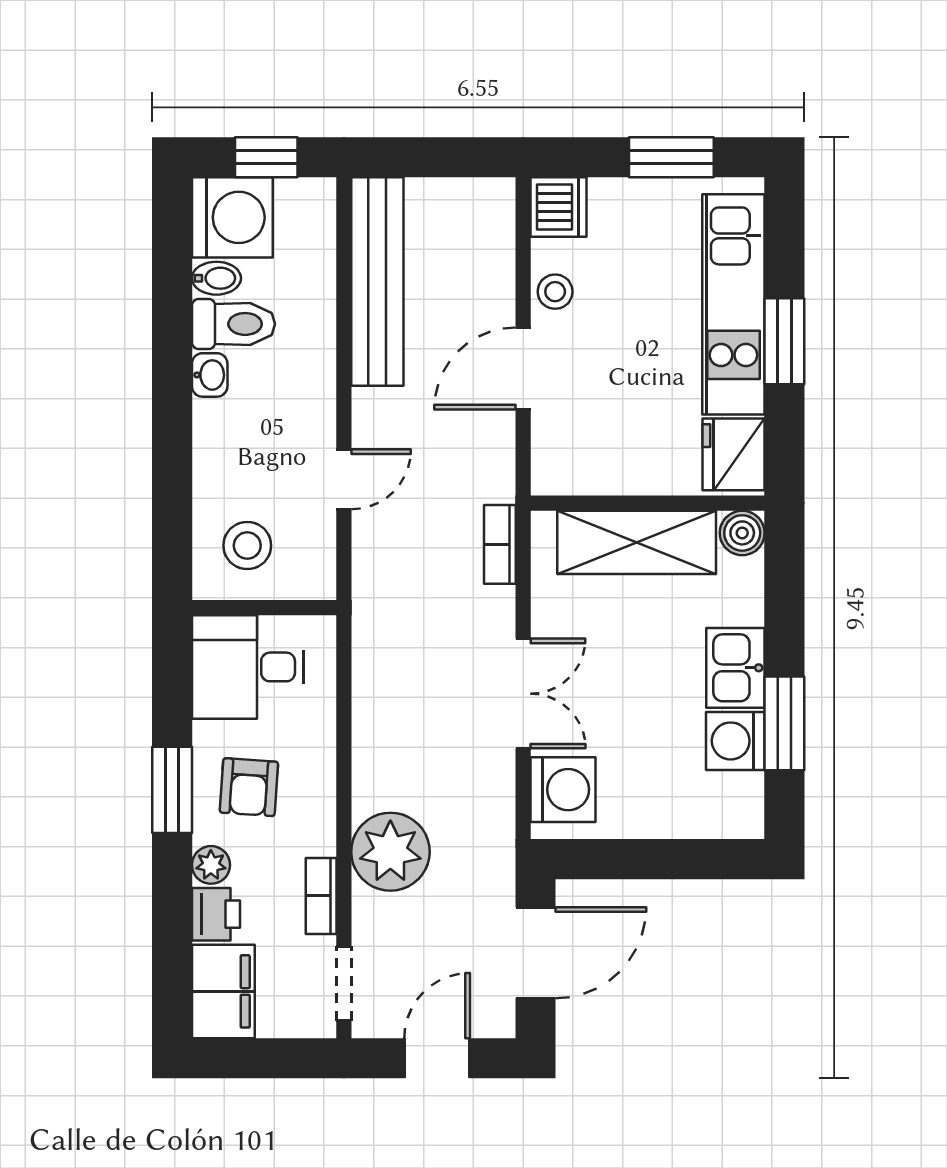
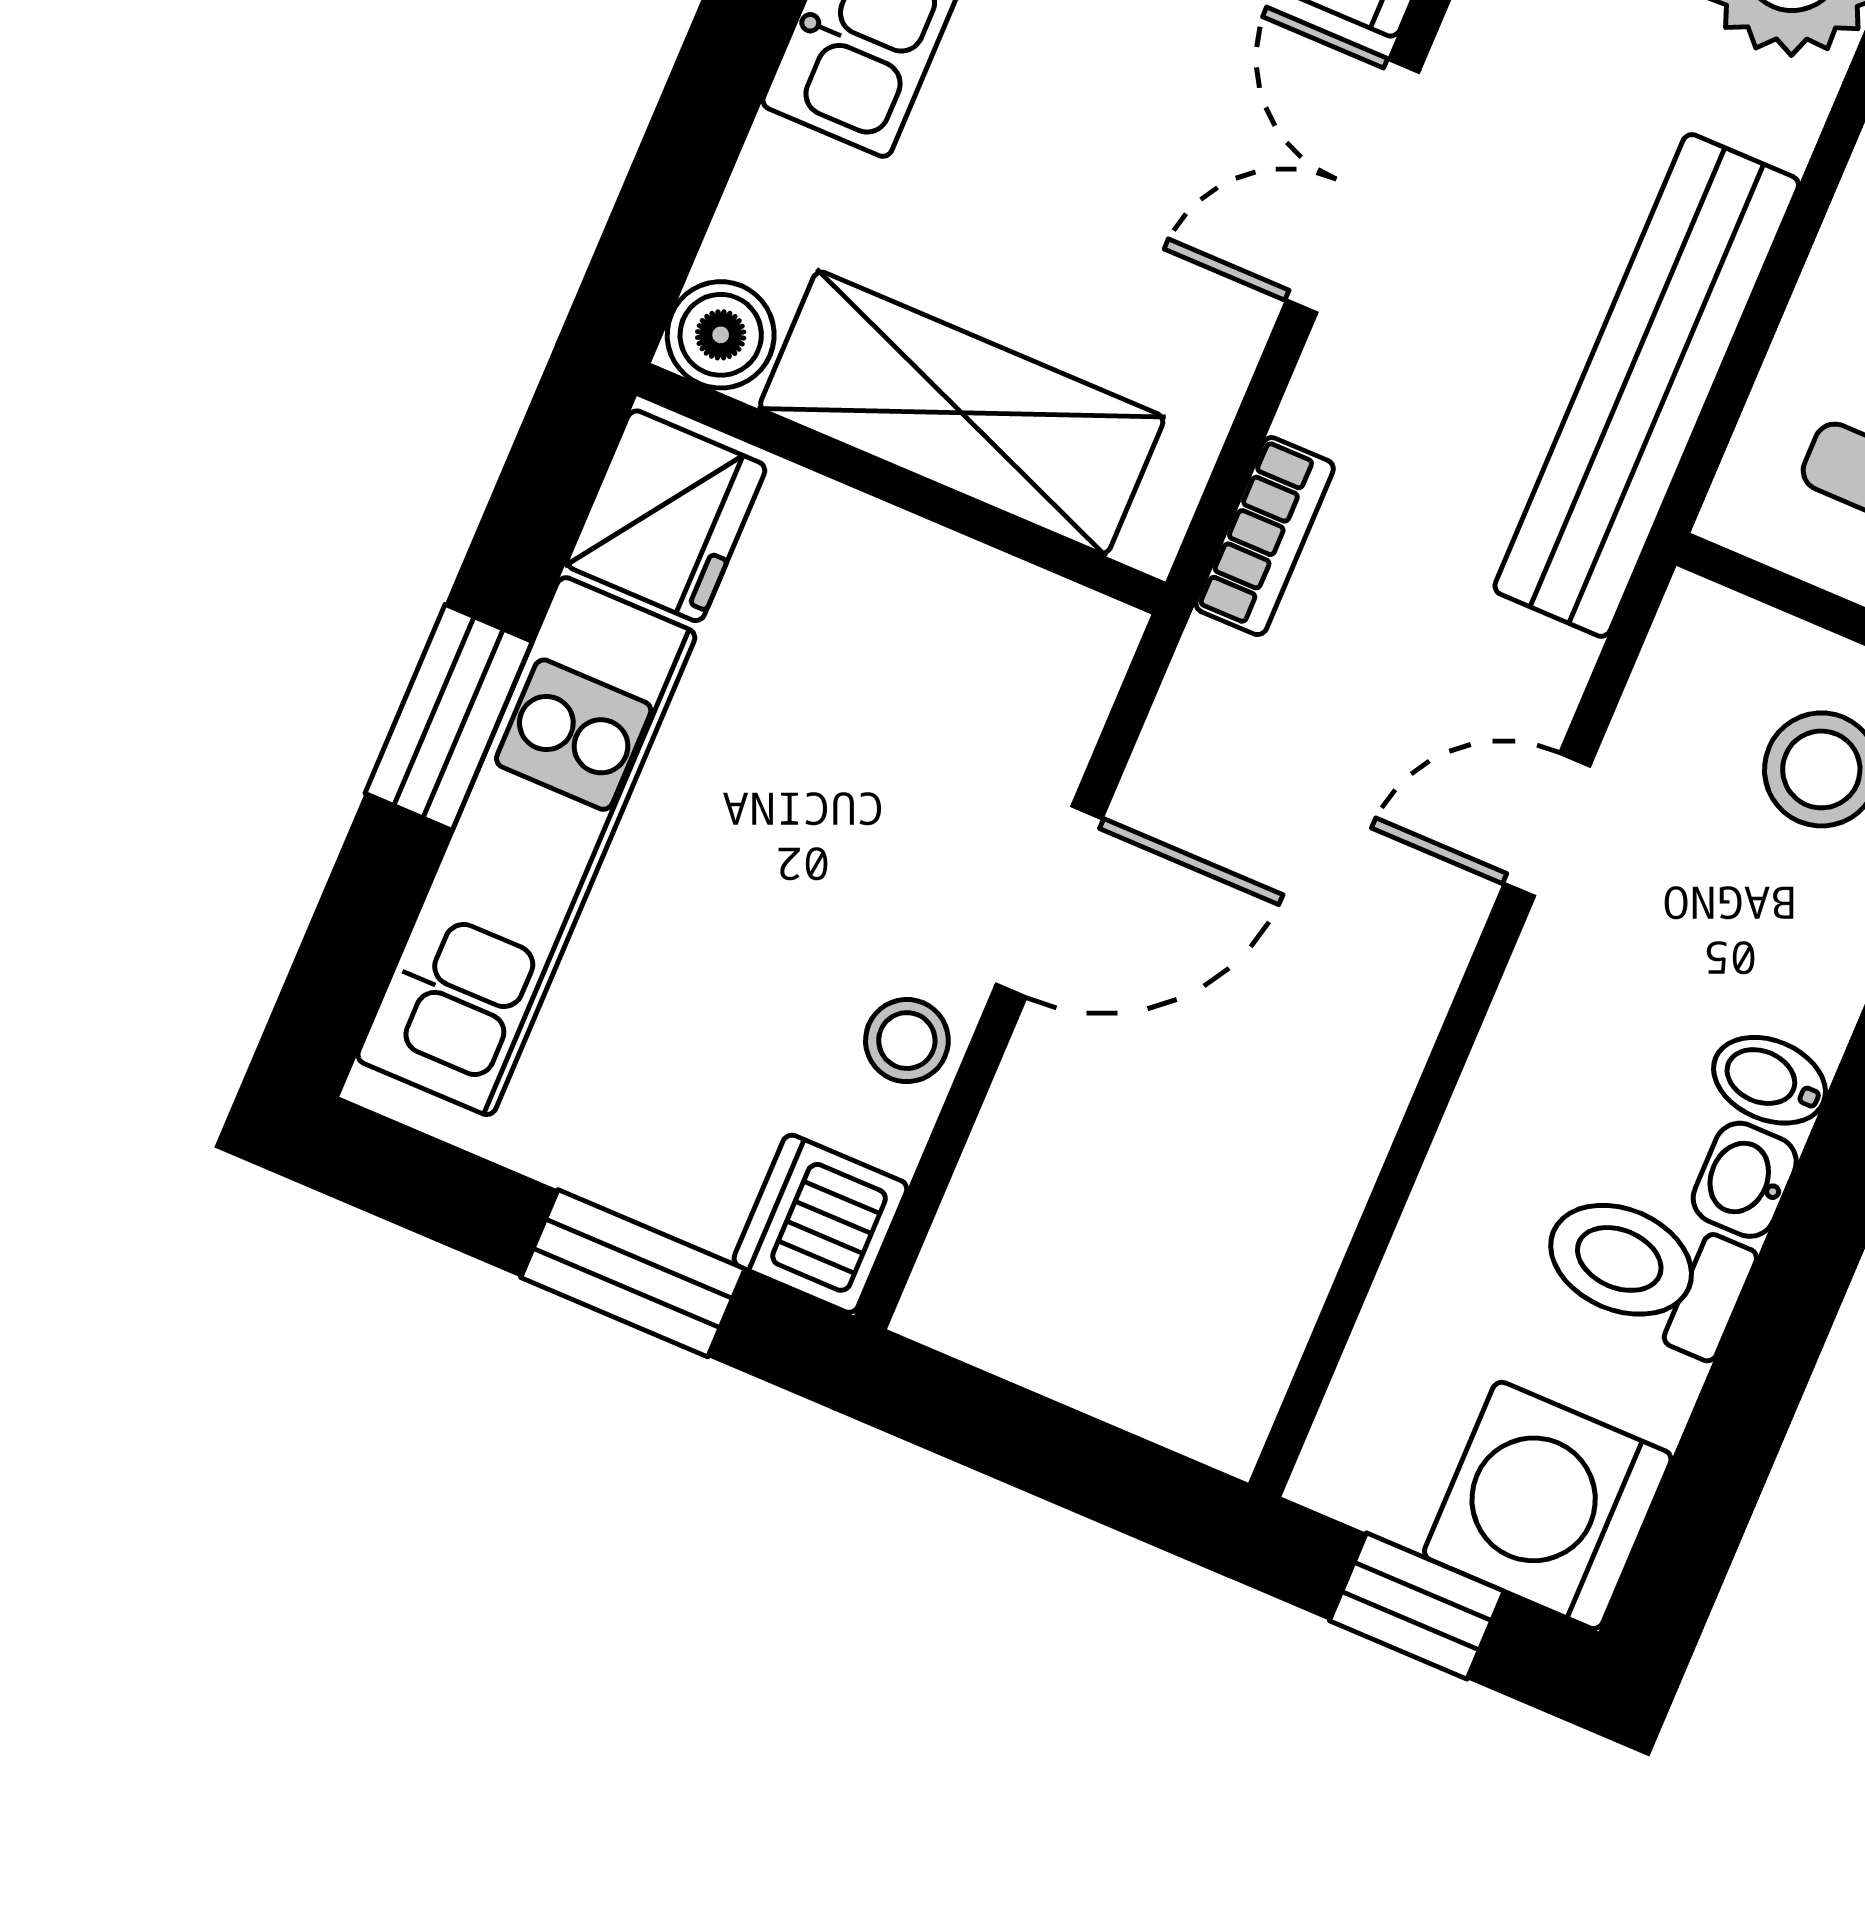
window: (671, 157) -> (633, 1273), moved
bidet: (216, 278) -> (1769, 1080), moved
bench: (377, 282) -> (1647, 385), moved

